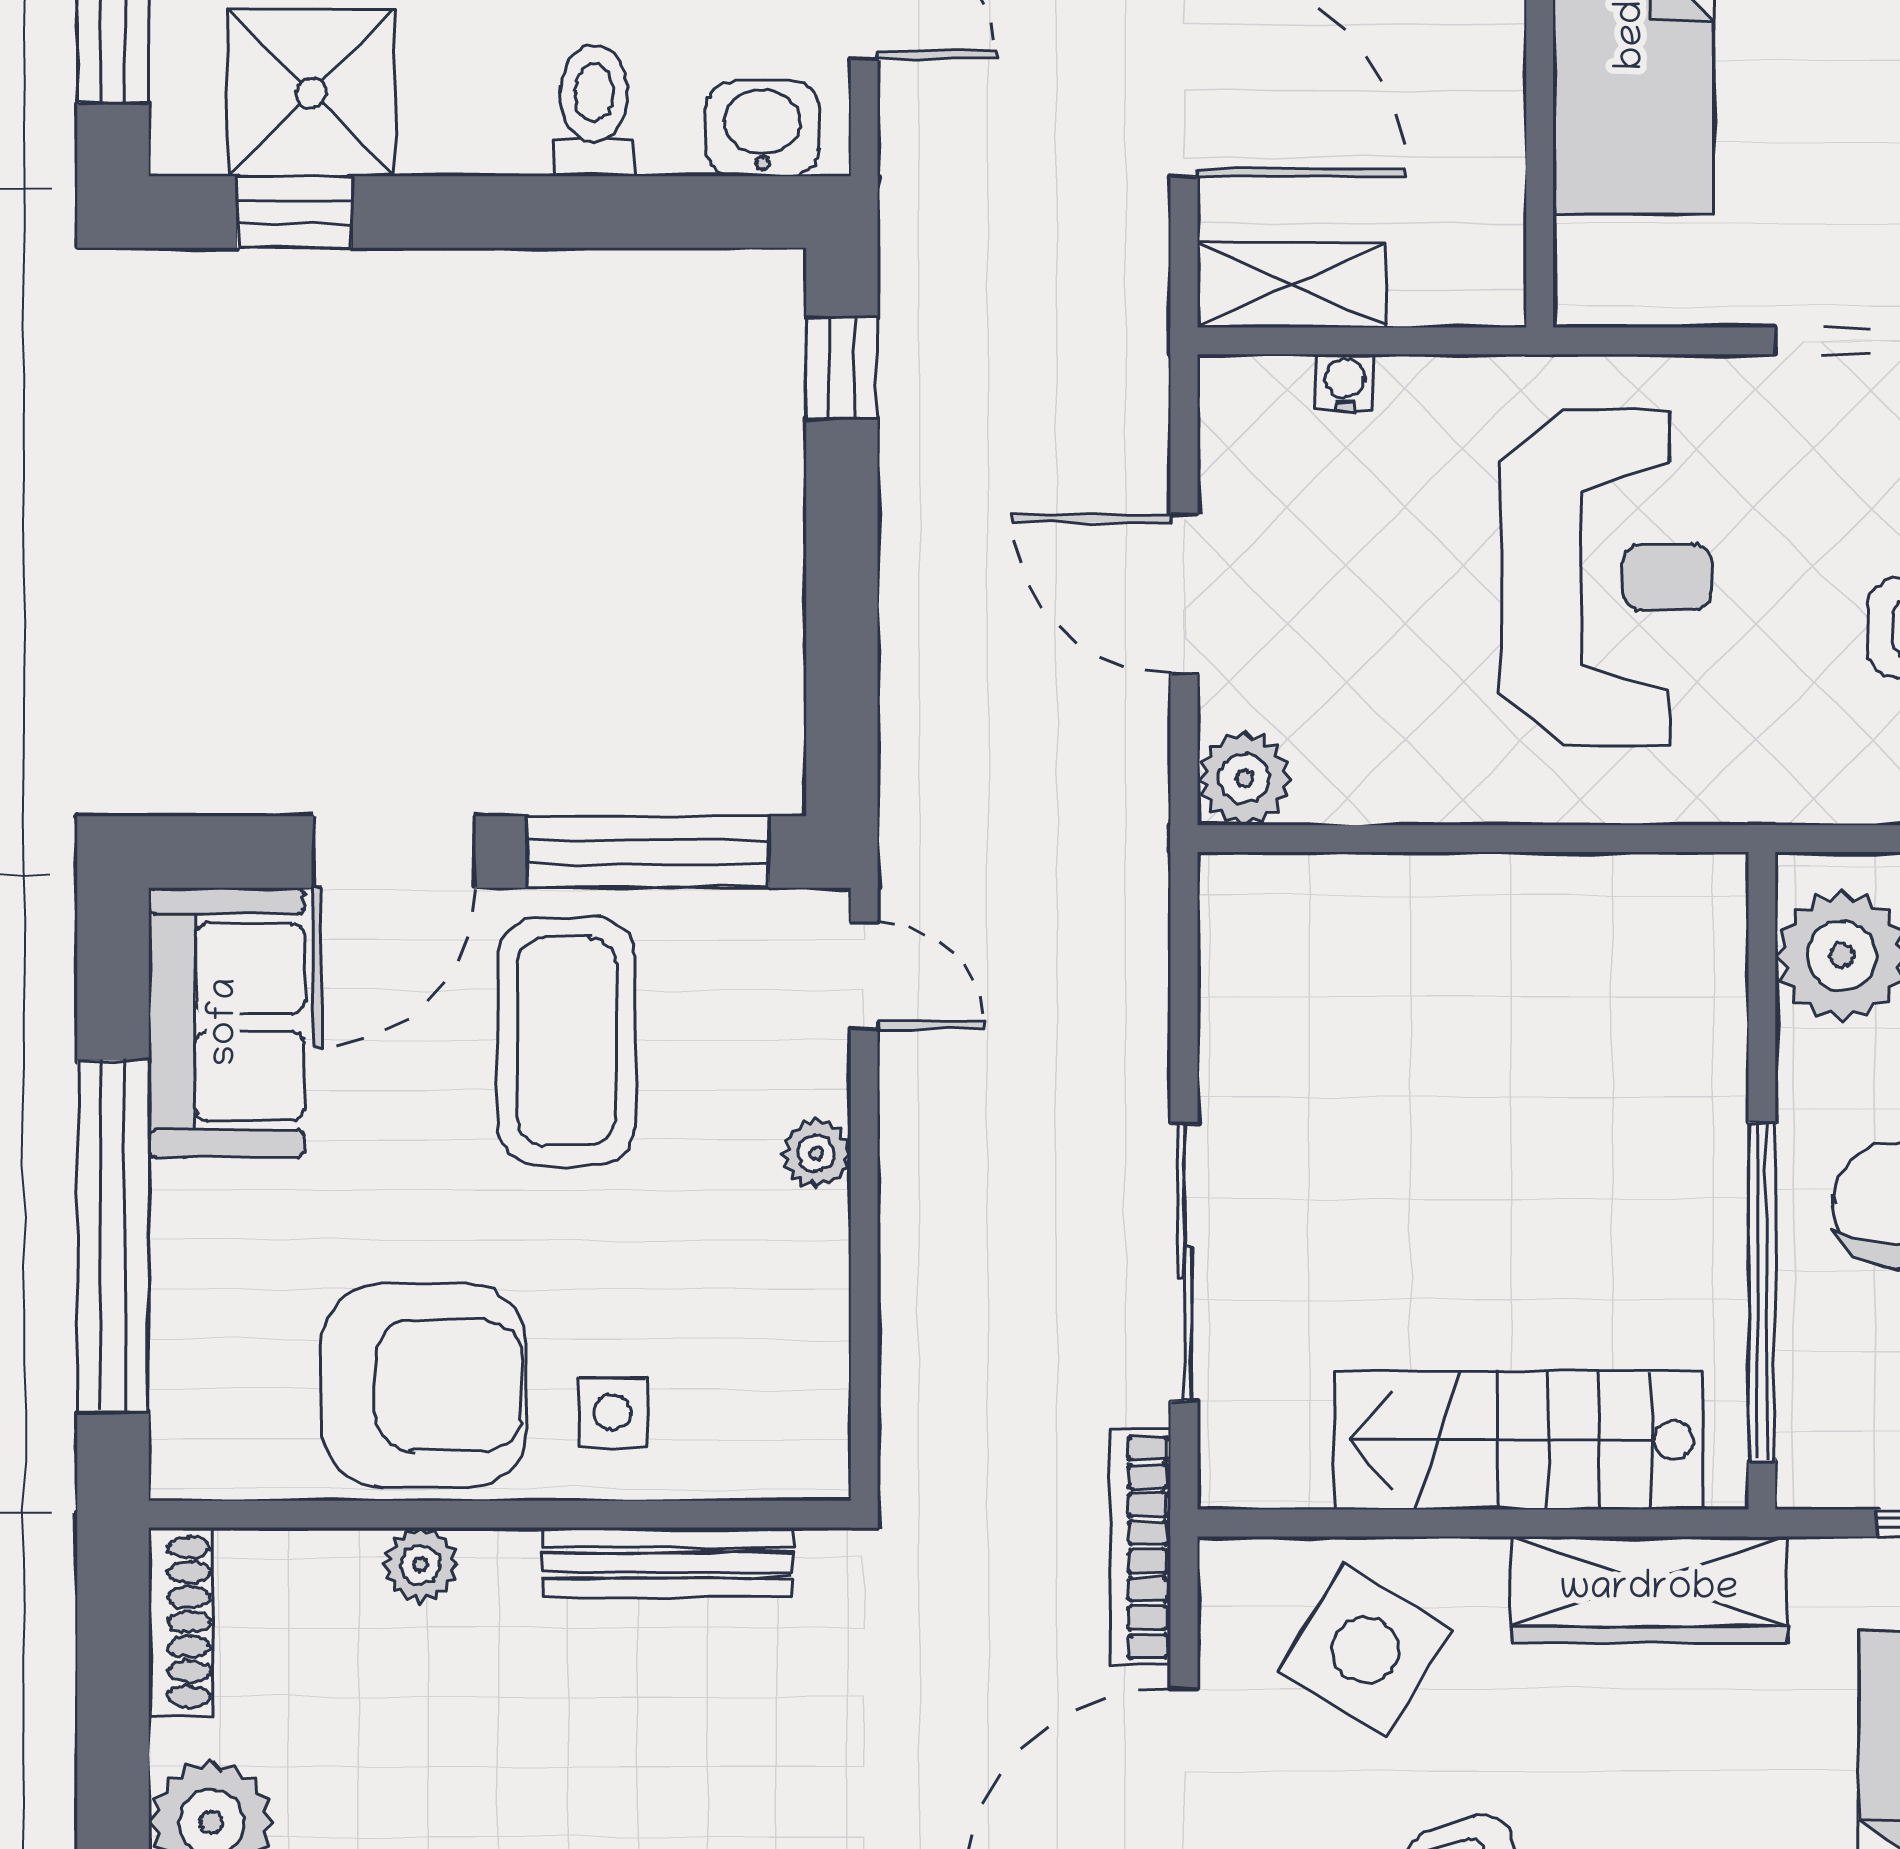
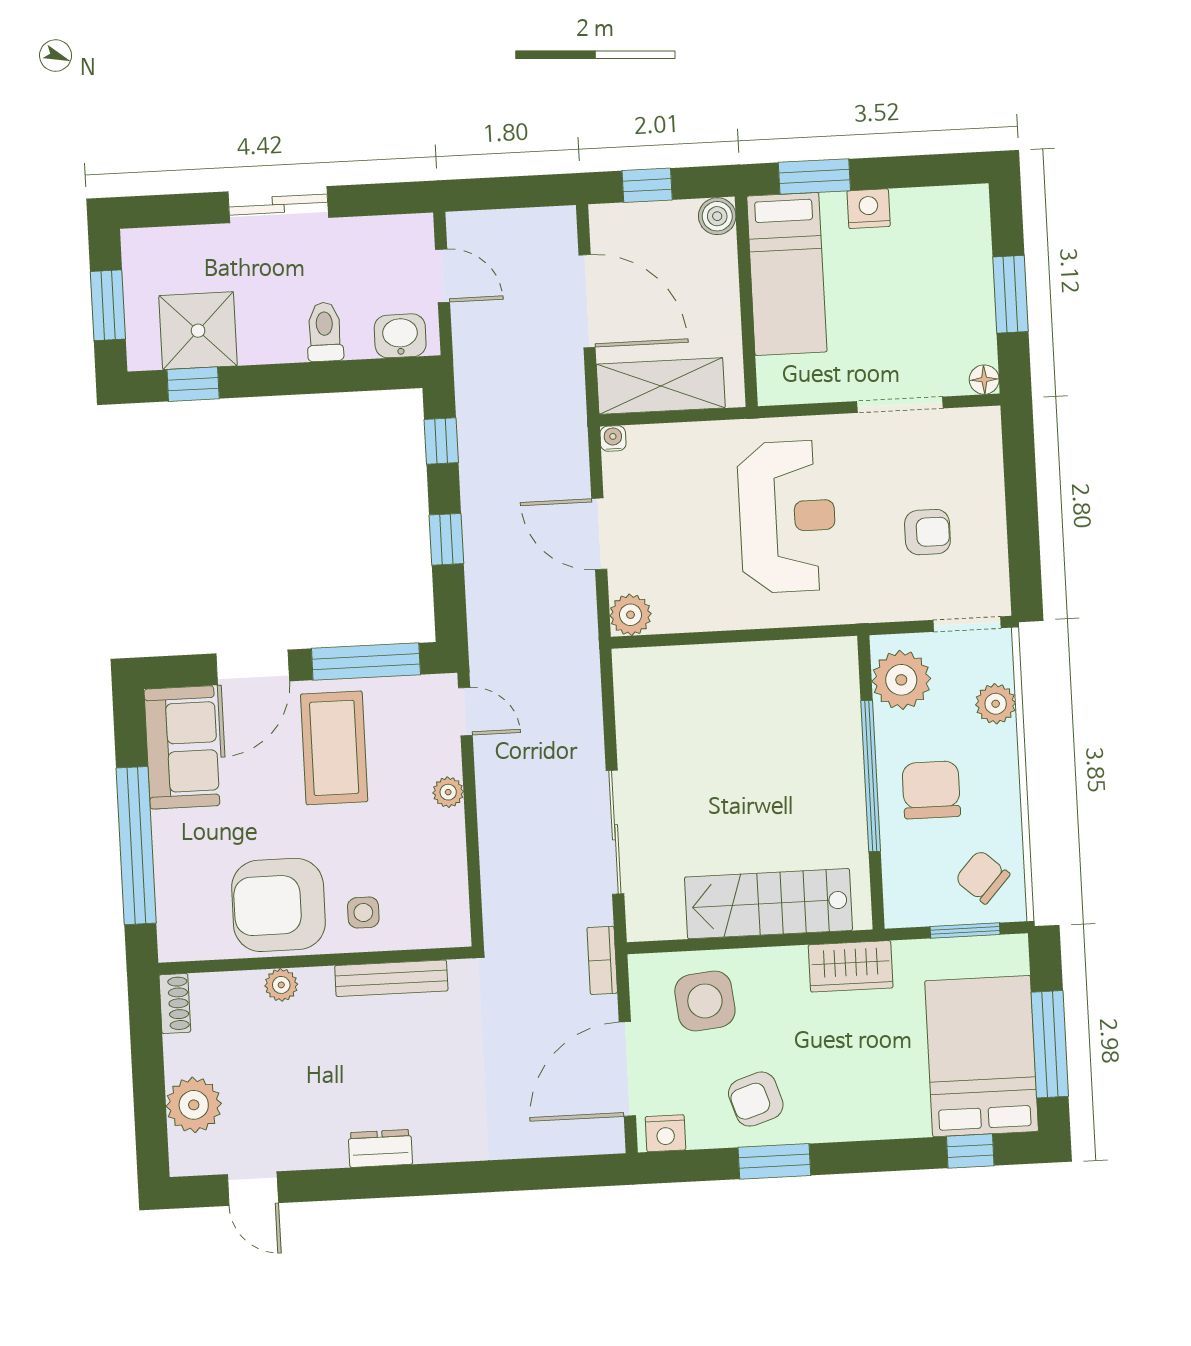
shelving: (1292, 285) -> (661, 386), width x1.50, depth x1.33
water cooler: (1345, 383) -> (613, 438), moved
window: (842, 588) -> (446, 539), added
window: (1762, 1292) -> (871, 776), moved
armchair: (424, 1386) -> (278, 905), turned 180
bookcase: (1141, 1547) -> (602, 960), width x0.64
wardrobe: (1649, 1590) -> (851, 966), width x0.67
shoe rack: (181, 1622) -> (175, 1003), width x0.70
side table: (1365, 1650) -> (705, 1001), turned -38

